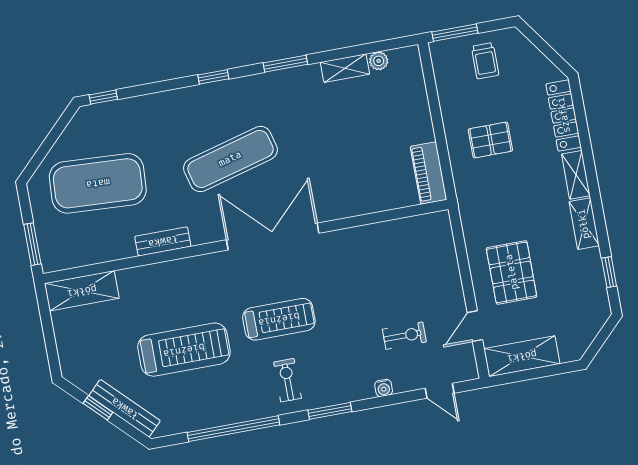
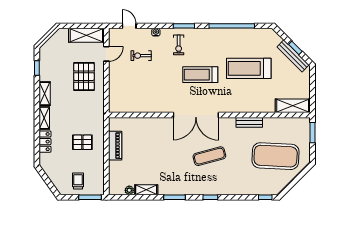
locker: (564, 115) -> (45, 142), width x0.66
exercise mat: (230, 159) -> (209, 156), width x0.73, depth x0.69
piano: (429, 173) -> (115, 146), moved
exercise bike: (287, 380) -> (179, 45), moved
bench: (125, 408) -> (293, 56), moved

